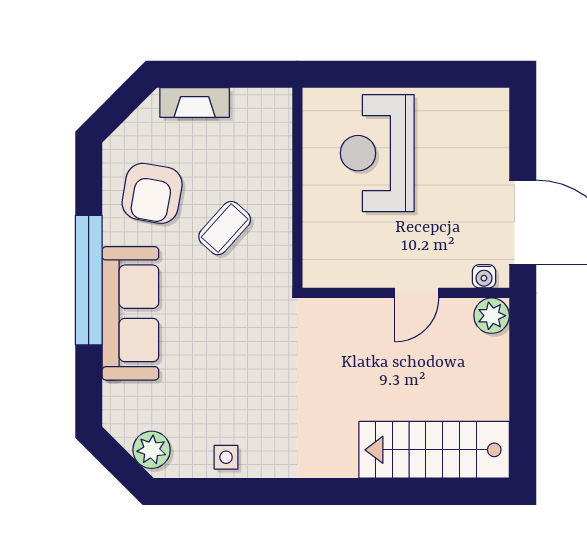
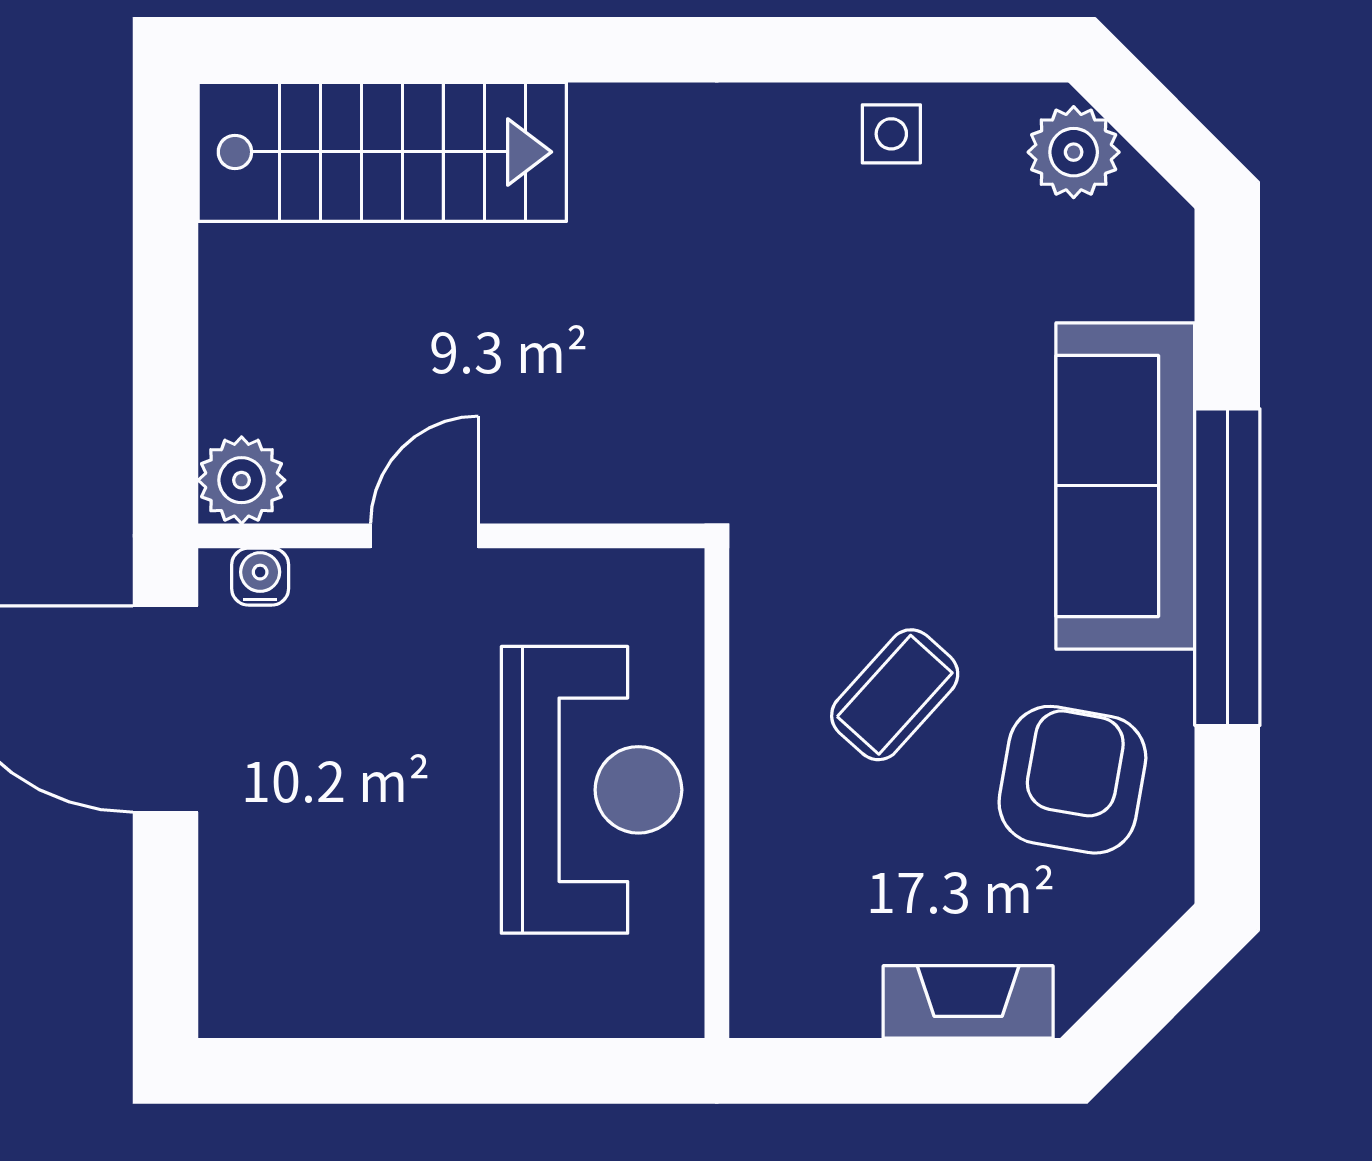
reception desk: (377, 153) -> (592, 790), moved

